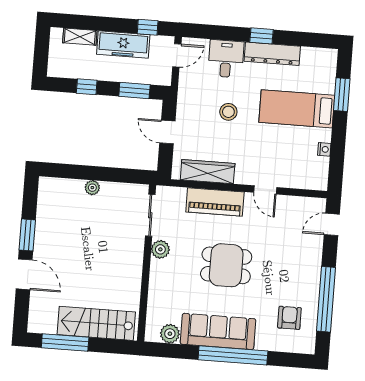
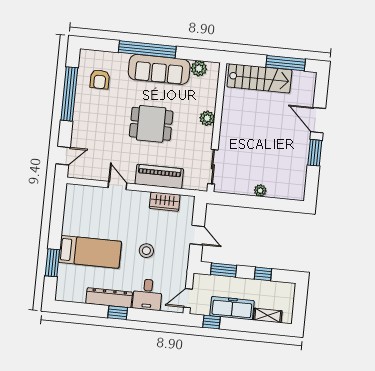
nightstand: (324, 149) -> (68, 218), removed
wardrobe: (208, 172) -> (165, 202), width x0.67
plant: (160, 249) -> (207, 118), moved

